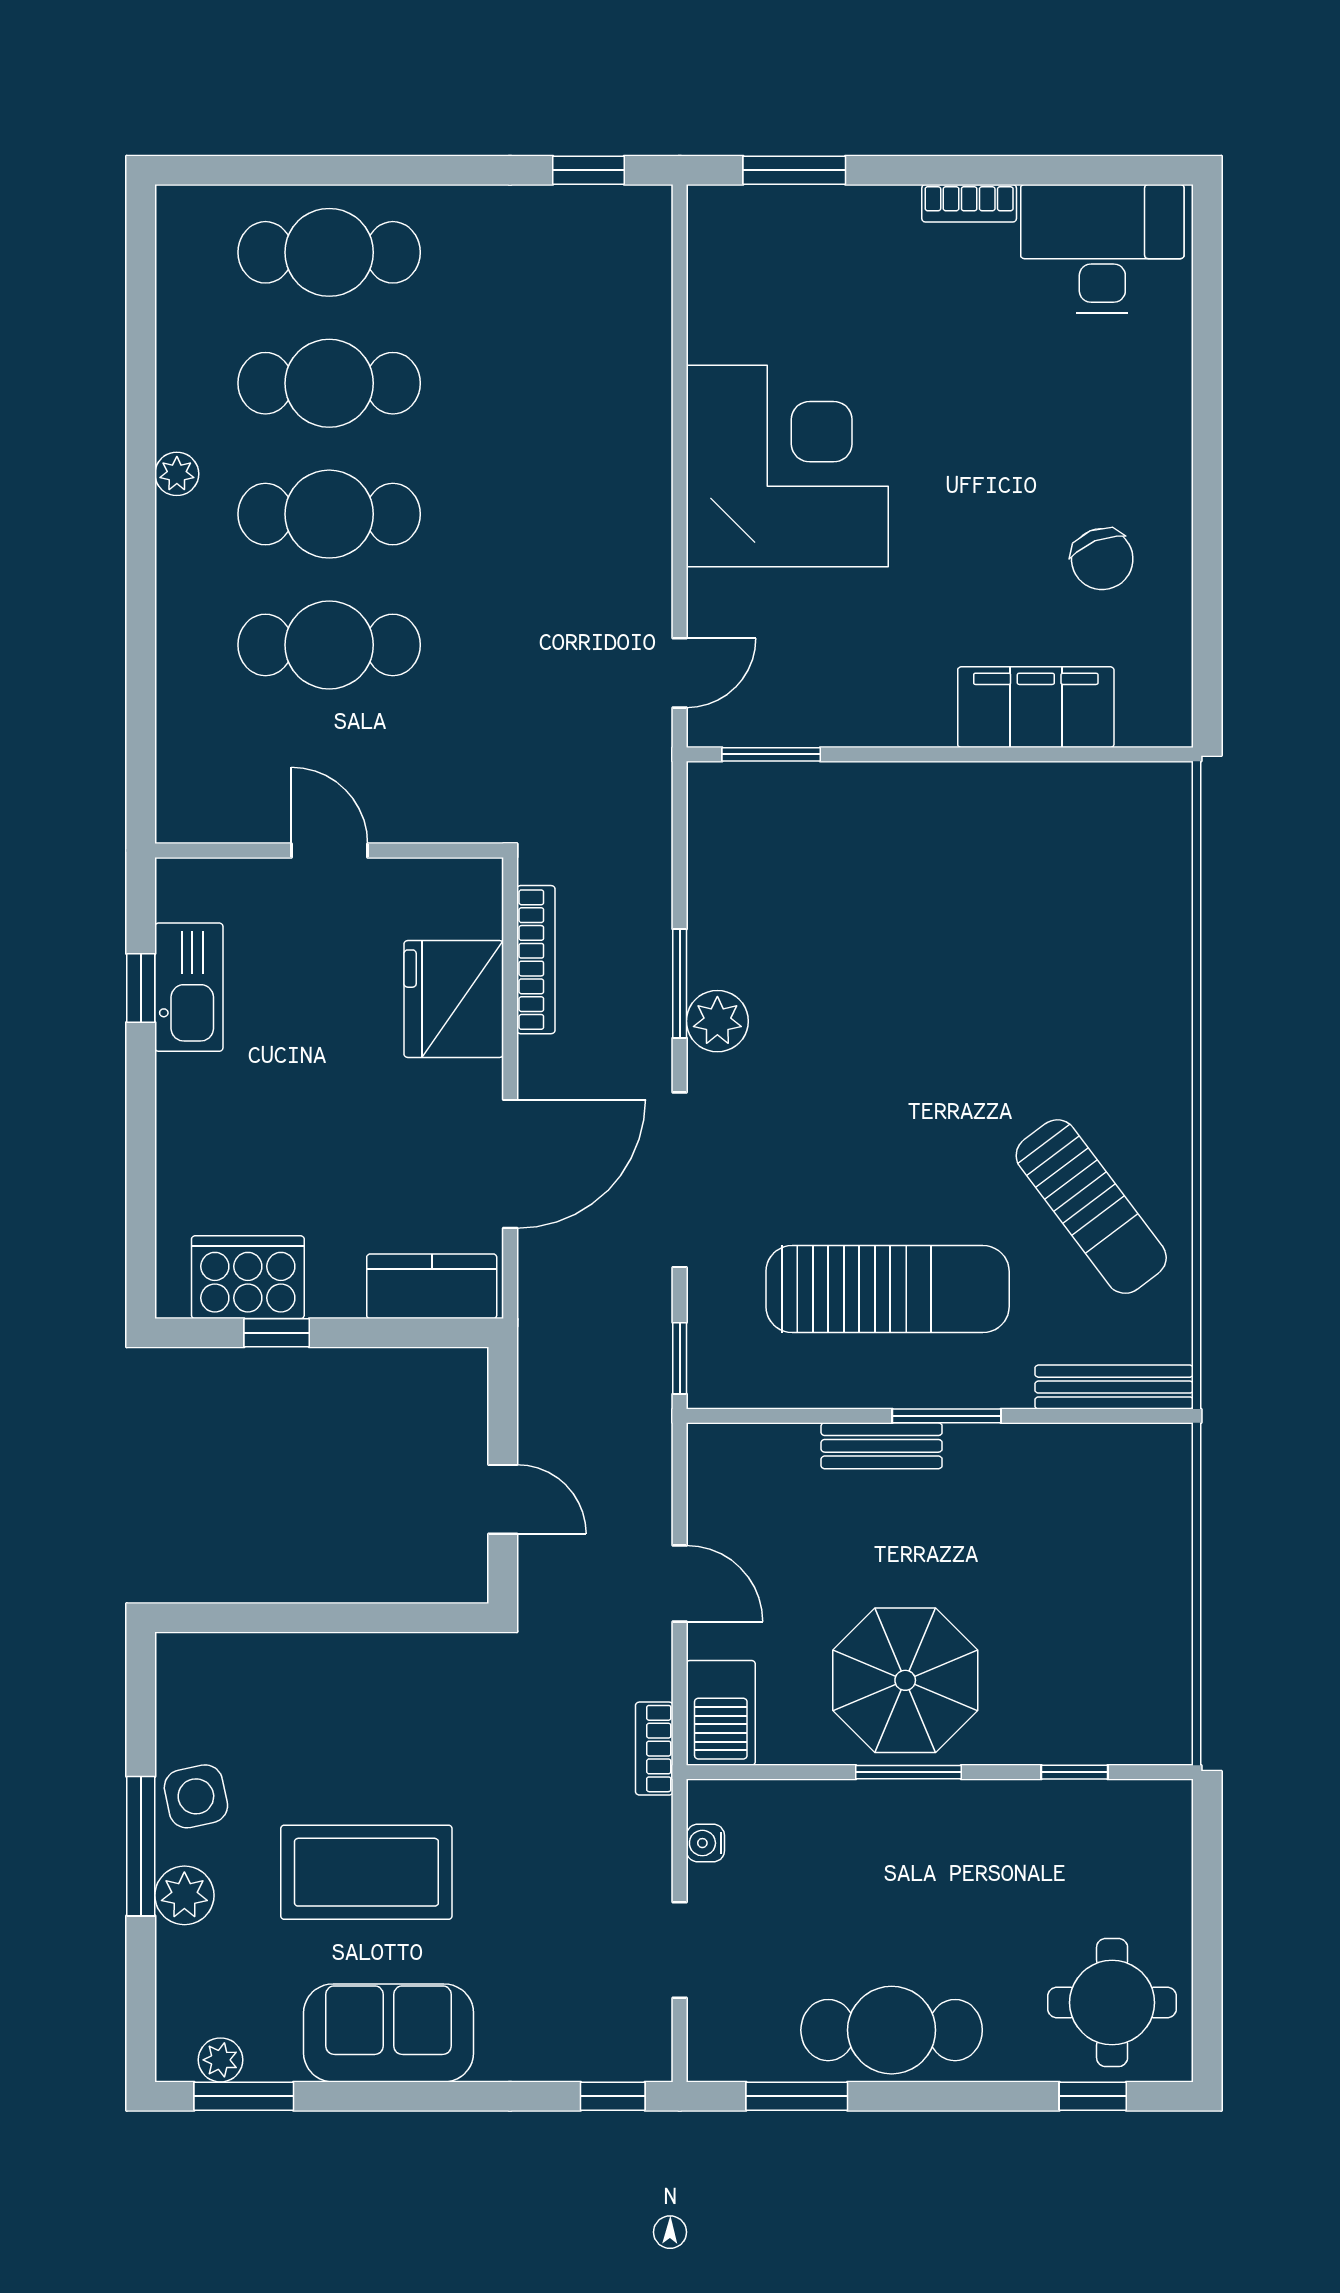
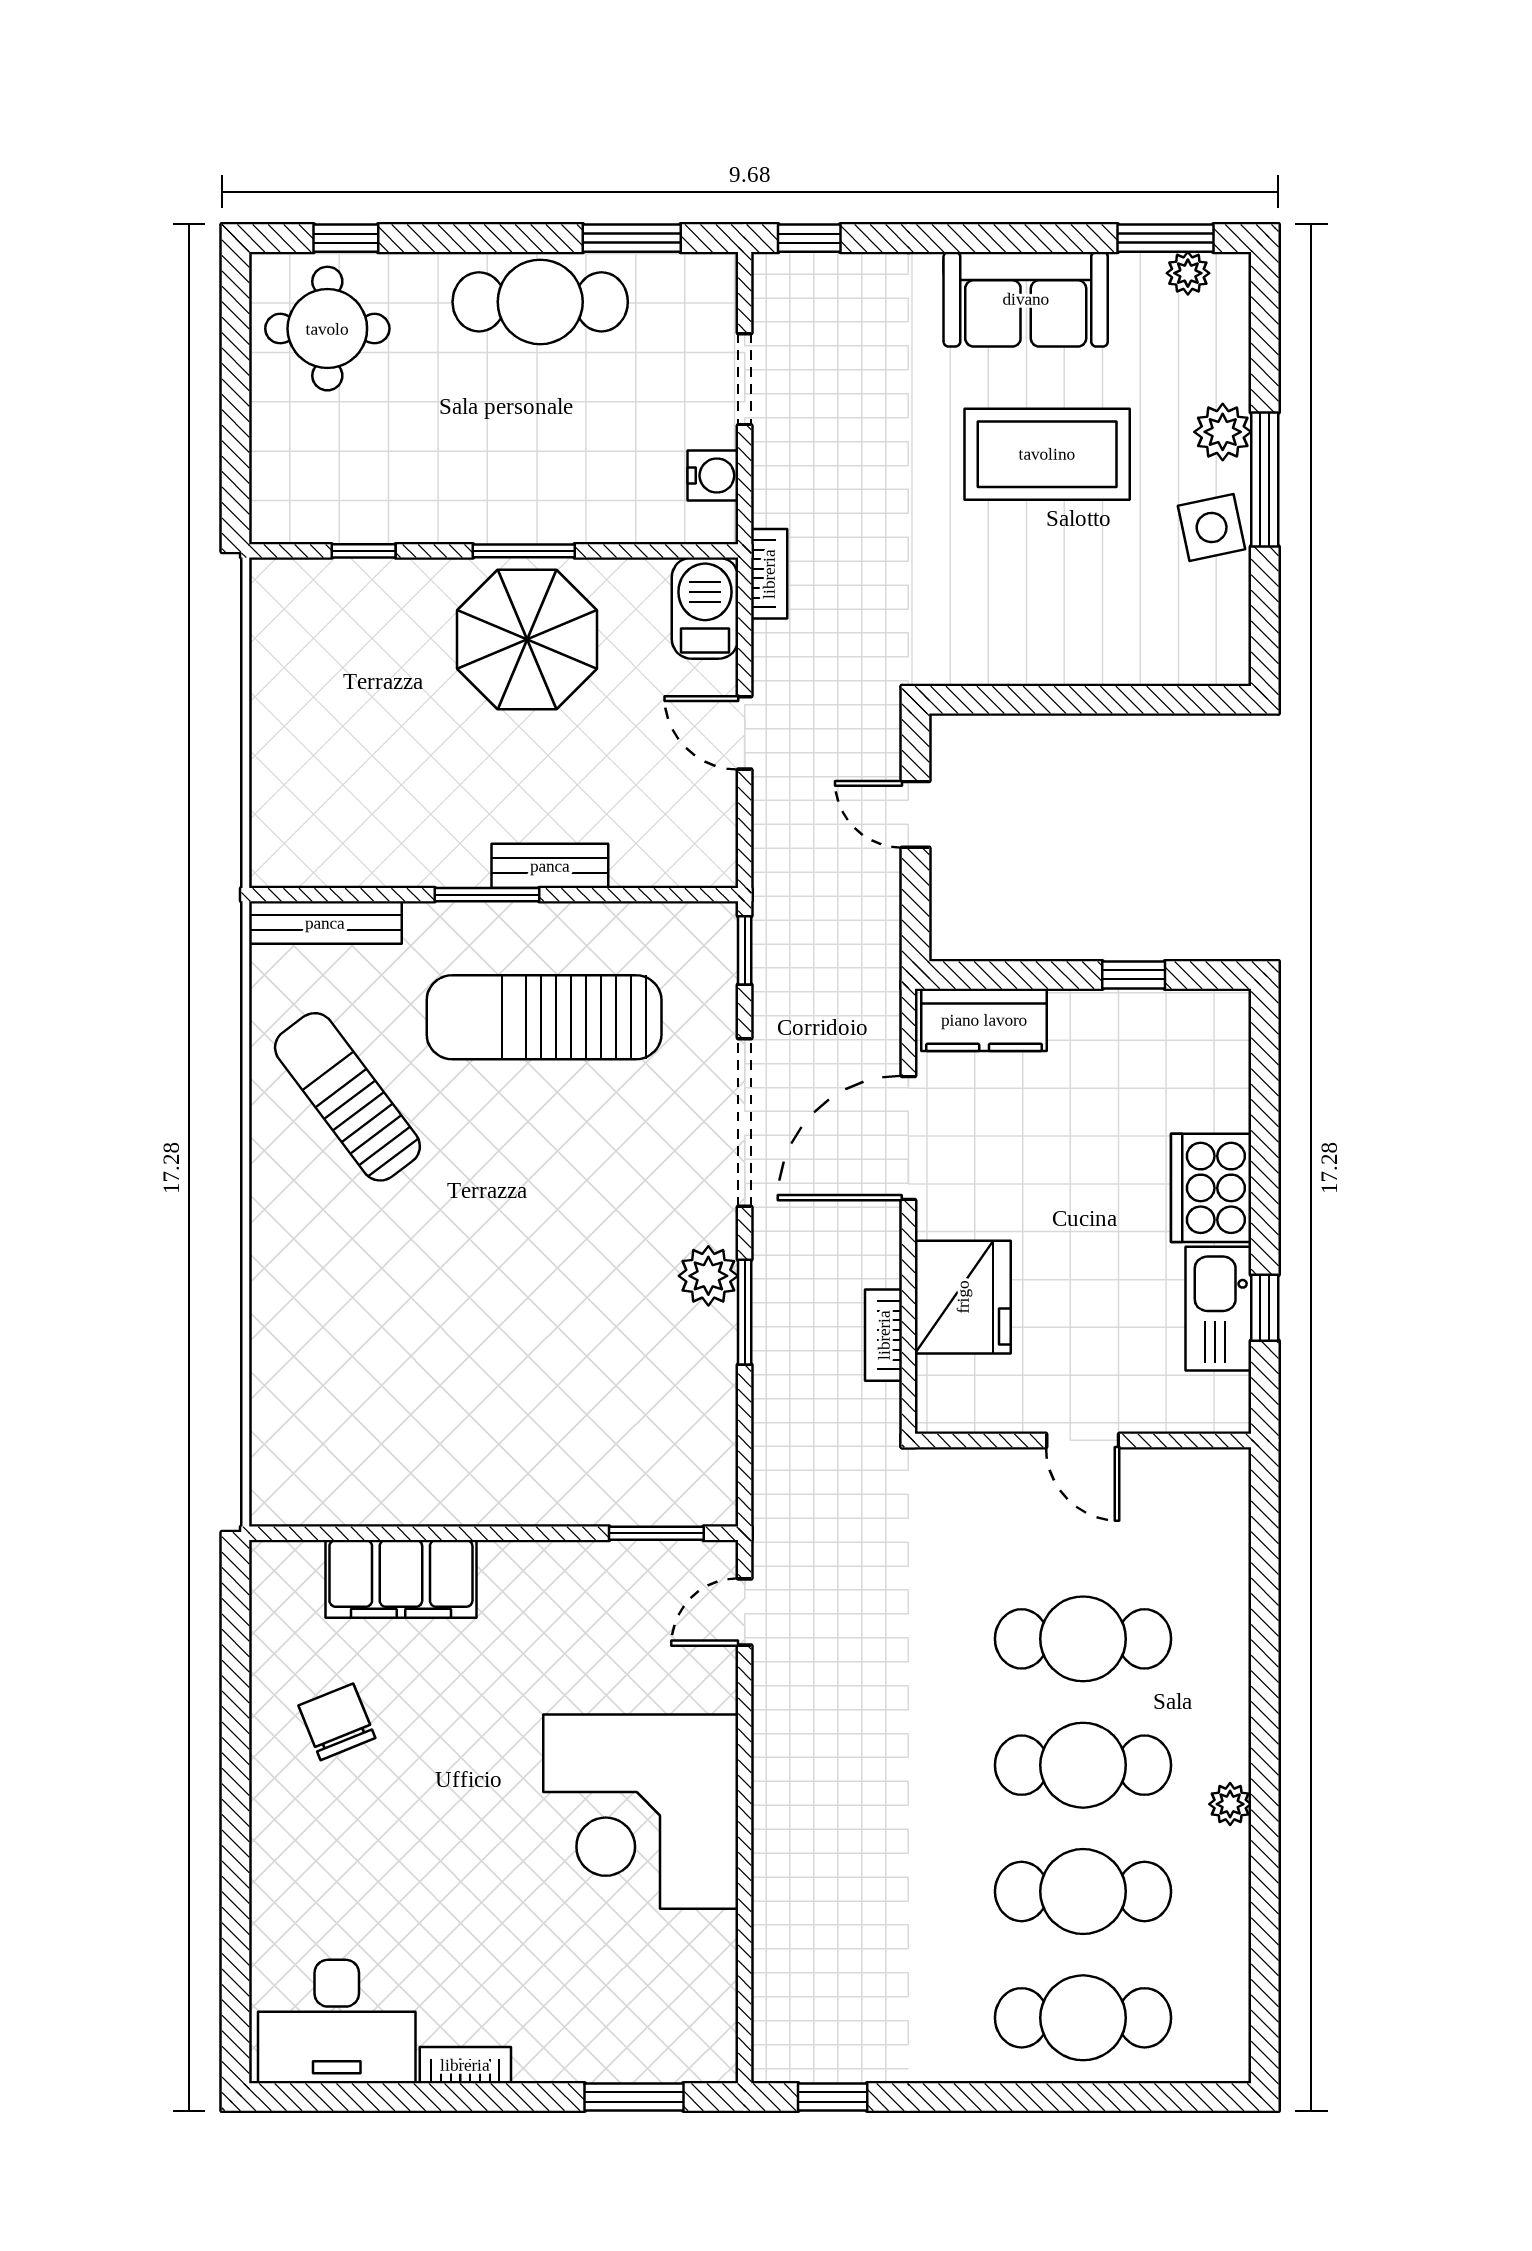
bookcase: (536, 960) -> (884, 1335), width x0.64
cooker: (248, 1277) -> (1211, 1188), moved, turned 90
water cooler: (705, 1843) -> (713, 476), width x1.38, depth x1.38

